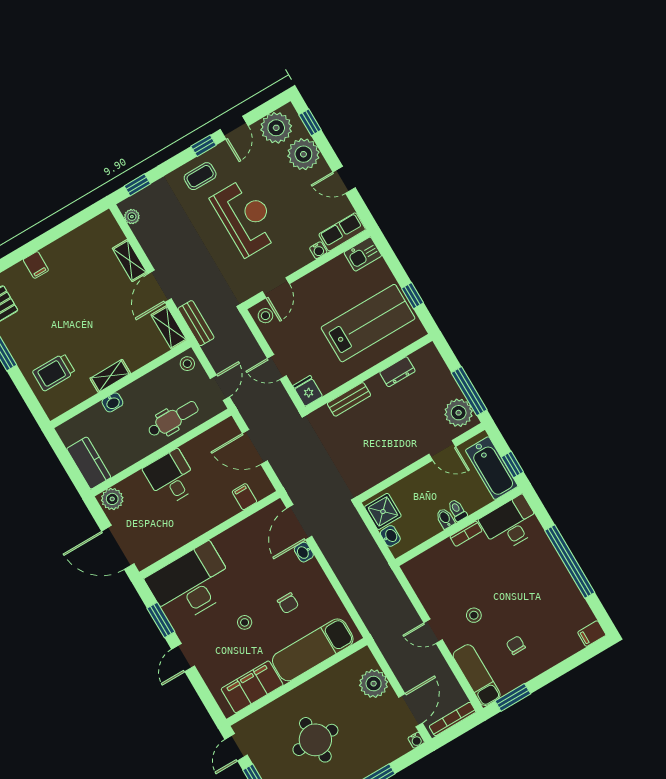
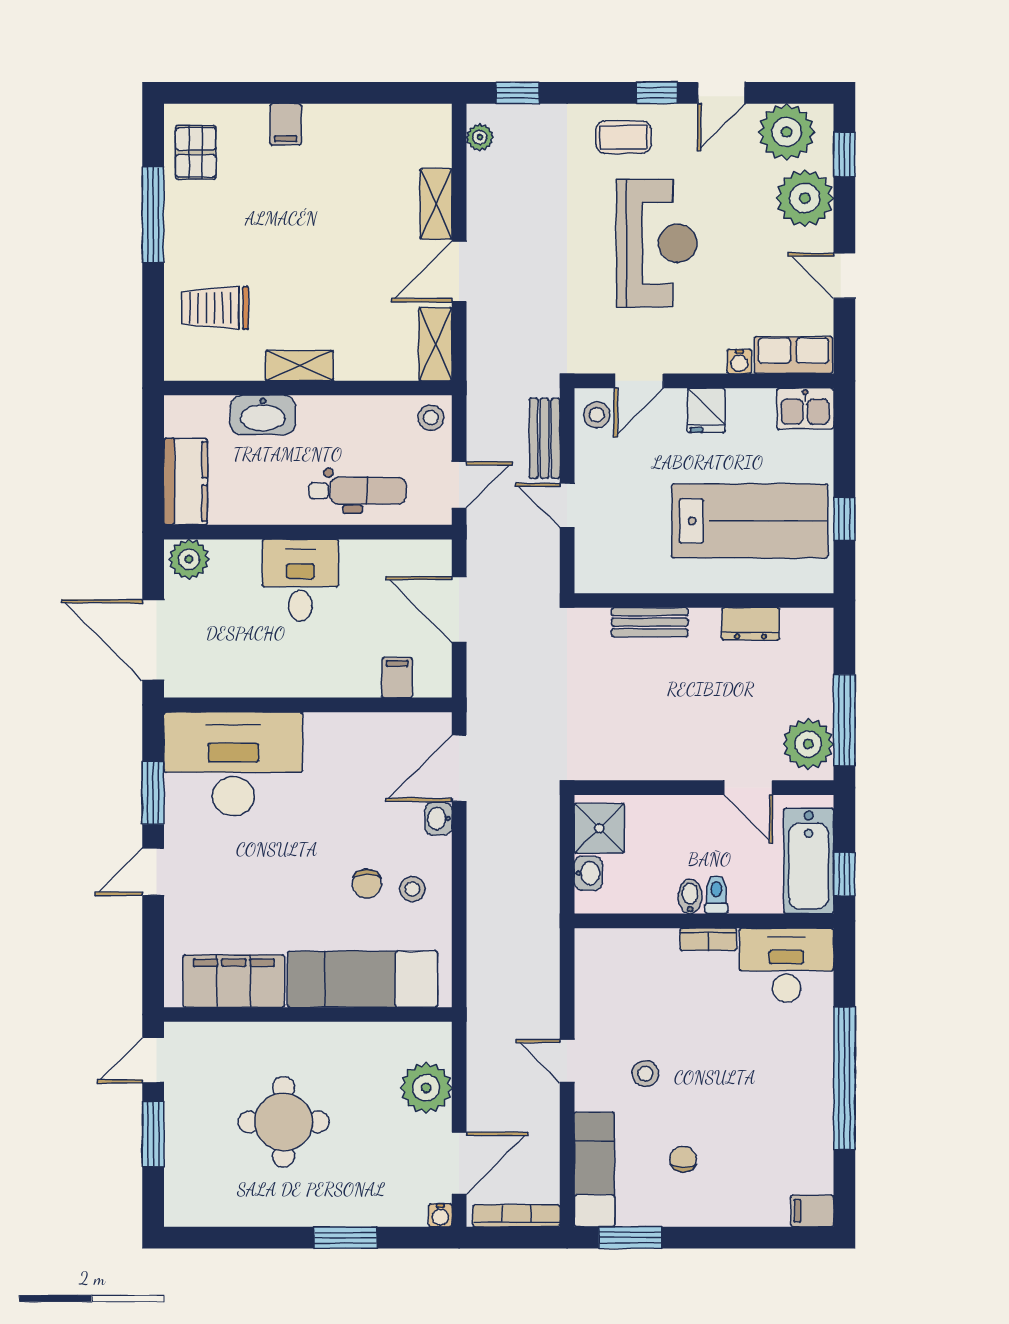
bench: (196, 323) -> (545, 438), moved
fridge: (308, 391) -> (706, 410), moved, turned 180
washbasin: (112, 402) -> (263, 415), width x1.91, depth x1.45
stool: (245, 622) -> (412, 889), moved

